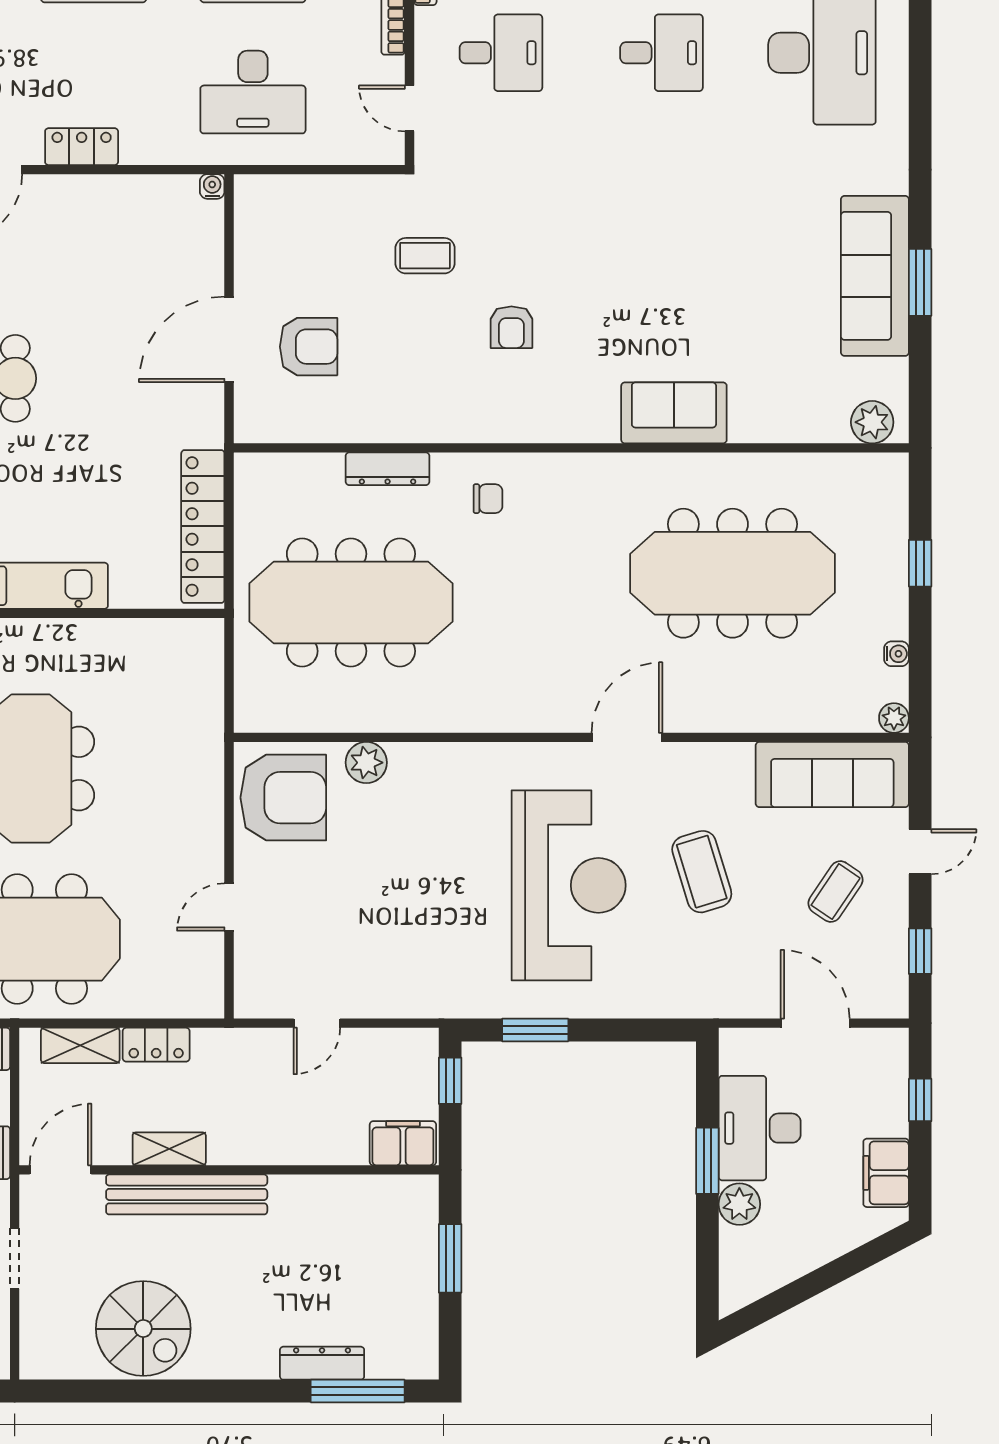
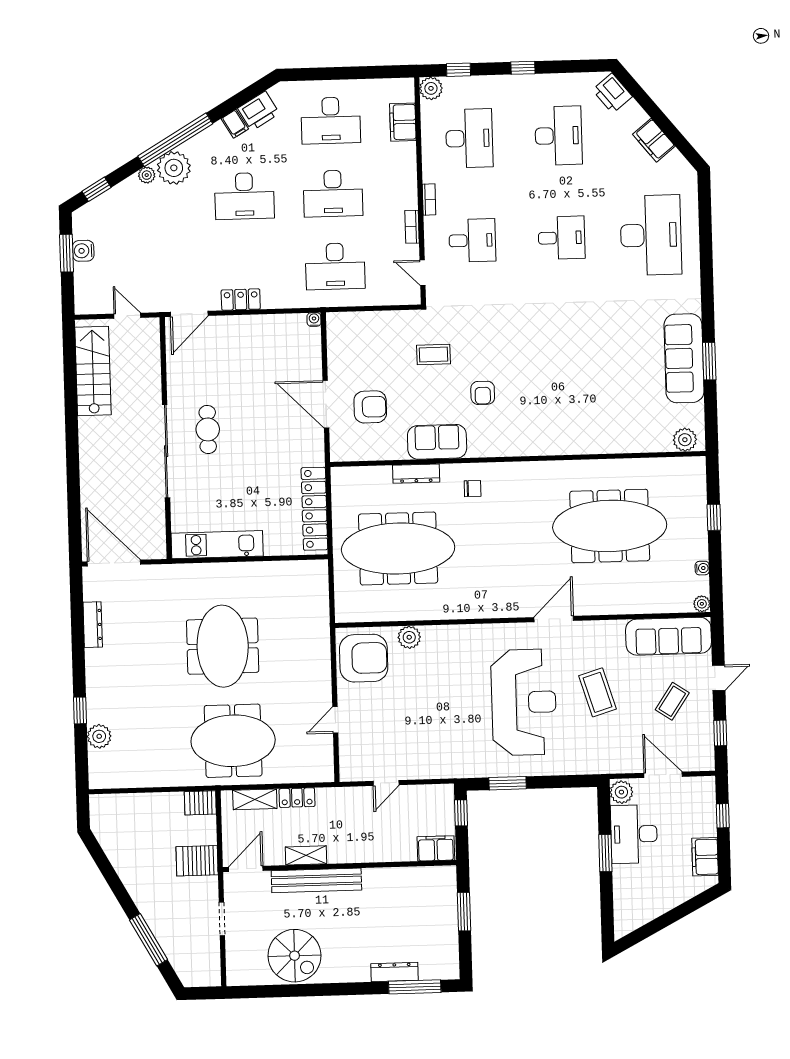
door: (229, 339) -> (326, 404), hinge flipped
sofa: (674, 413) -> (437, 442), moved
plant: (739, 1204) -> (621, 792), moved

